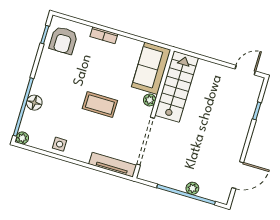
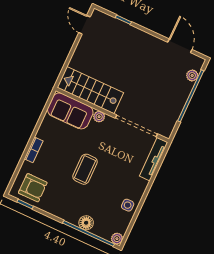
coffee table: (100, 105) -> (85, 169), moved
plant: (192, 188) -> (192, 75), moved

